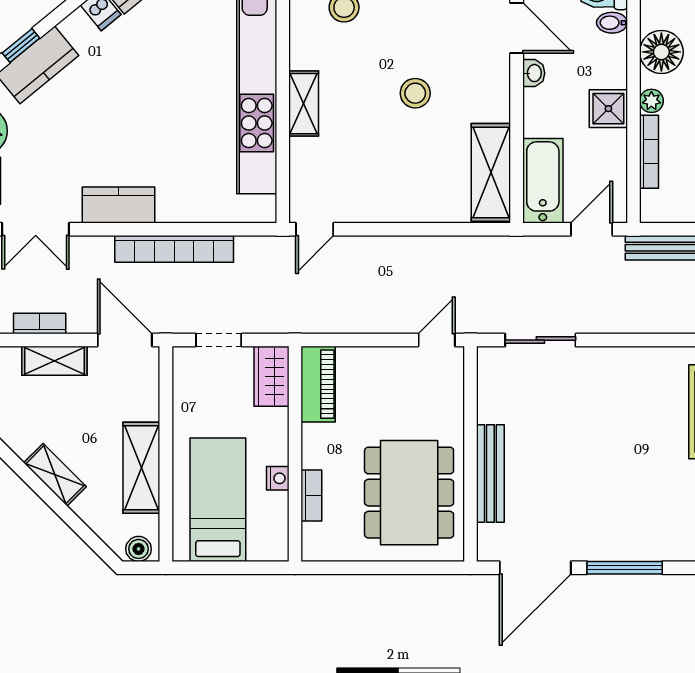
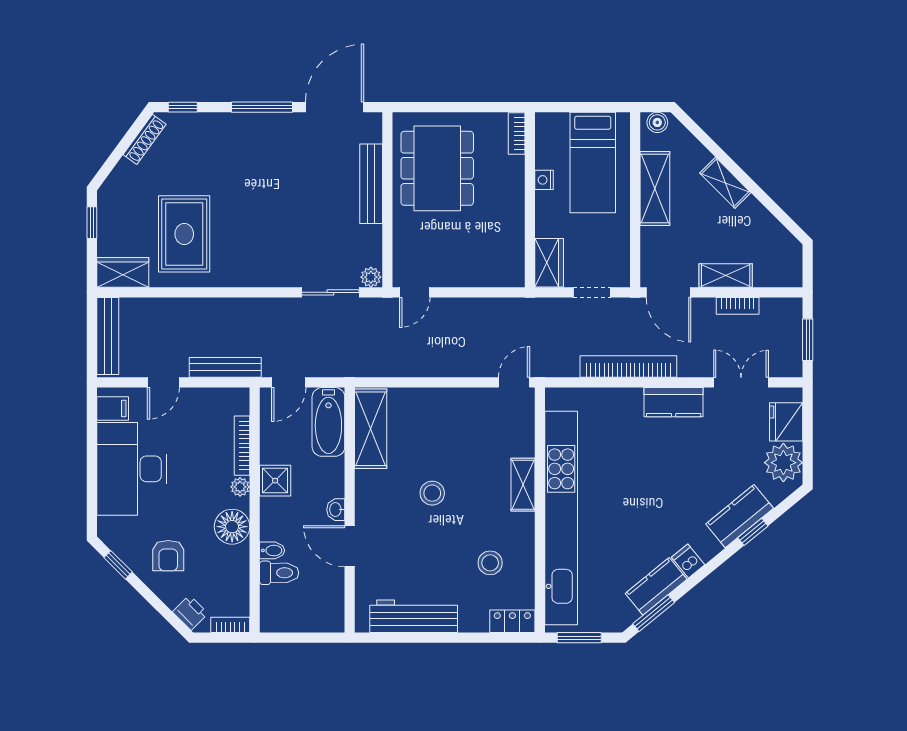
plant: (491, 359) -> (371, 277), added
piano: (318, 384) -> (511, 256), removed
bookcase: (311, 495) -> (517, 134), moved

